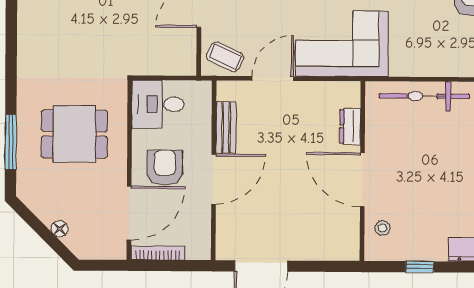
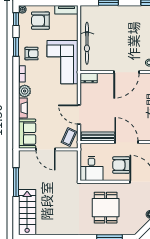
corner sofa: (342, 44) -> (62, 62), moved
dresser: (350, 126) -> (89, 78), moved
bench: (226, 128) -> (98, 136), width x1.36

